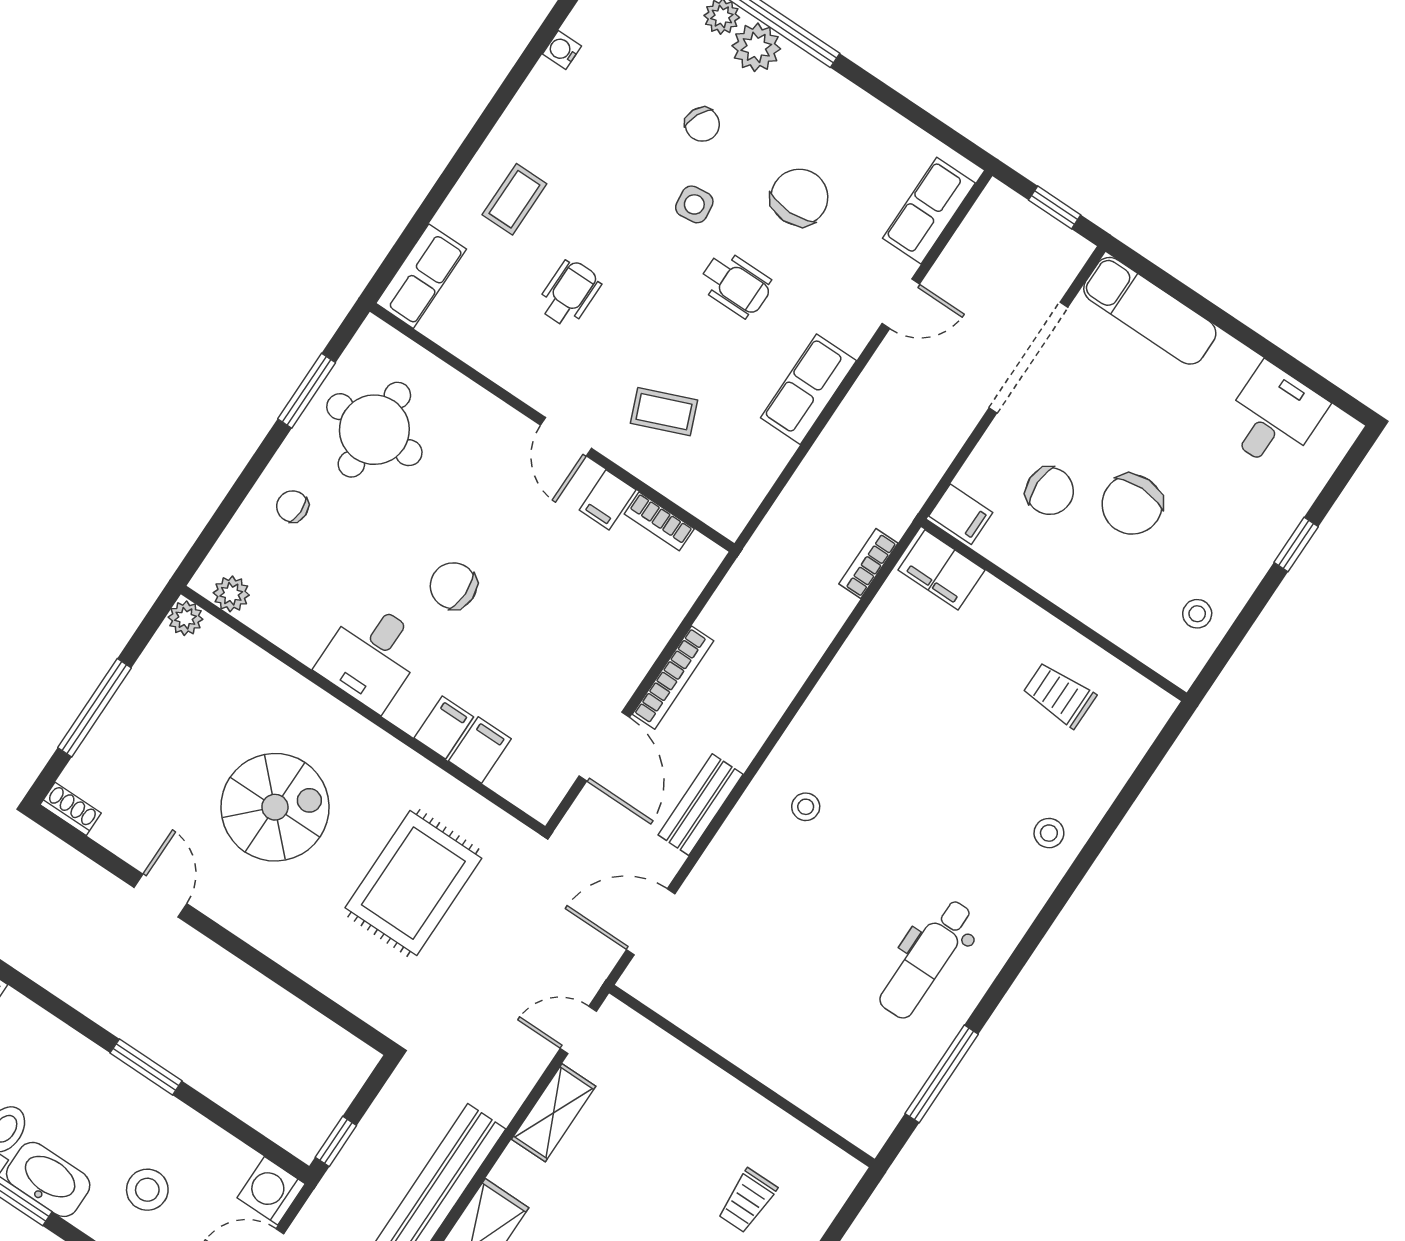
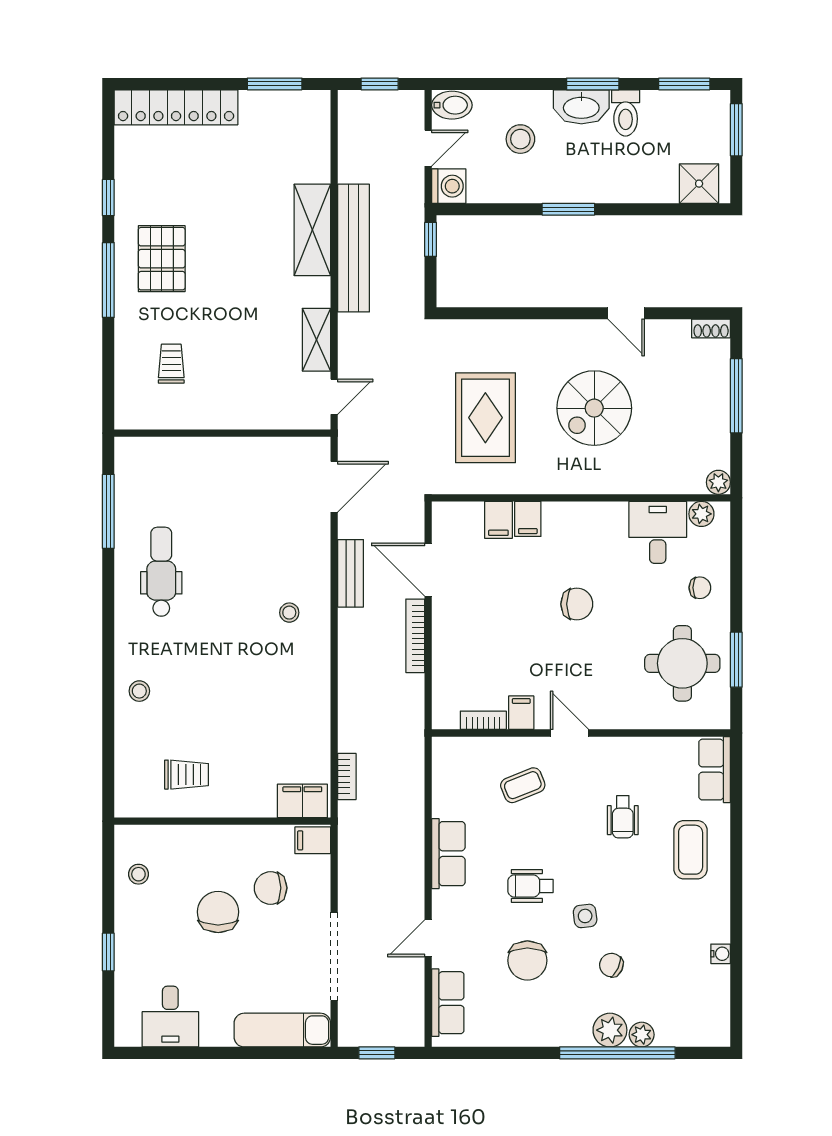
coffee table: (514, 199) -> (691, 850), width x1.36, depth x1.30
desk: (372, 656) -> (658, 532), moved

